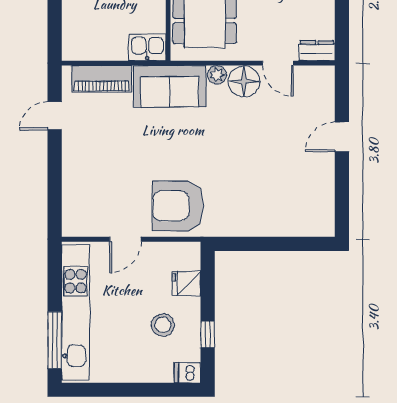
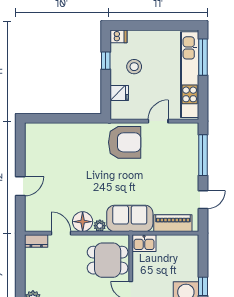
window: (55, 186) -> (203, 155), added

